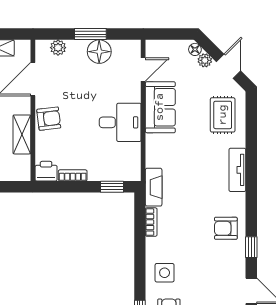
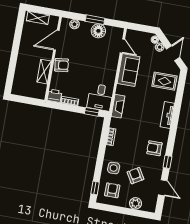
door: (143, 70) -> (122, 46), hinge flipped
rug: (223, 115) -> (164, 81), turned 90
desk: (120, 122) -> (100, 97), moved, turned 90
fireplace: (154, 187) -> (118, 106), moved
armchair: (203, 279) -> (135, 176), added

